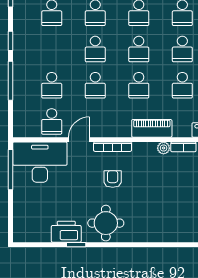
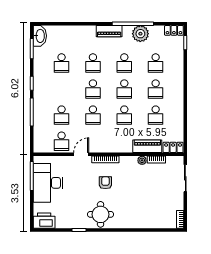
piano: (152, 128) -> (147, 146), moved
desk: (40, 162) -> (48, 183), moved, turned -90
printer: (66, 232) -> (44, 221), moved

